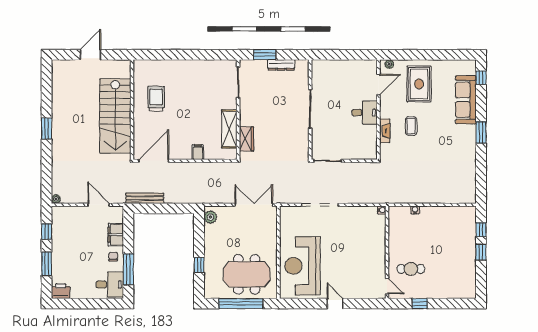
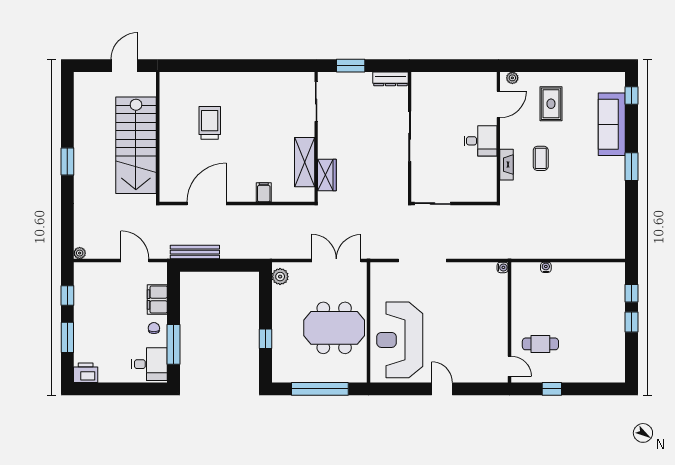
dresser: (281, 65) -> (390, 79), moved
rug: (419, 84) -> (551, 104), width x0.73, depth x0.70
wall: (132, 110) -> (158, 137), moved
stairs: (115, 116) -> (136, 145), moved
meeting table: (247, 274) -> (334, 328), moved

